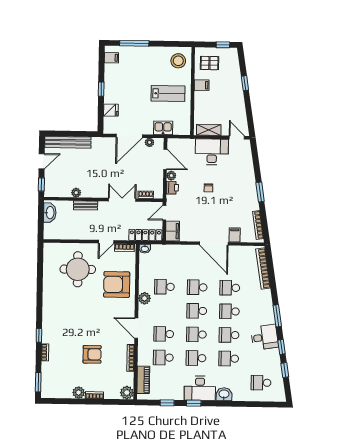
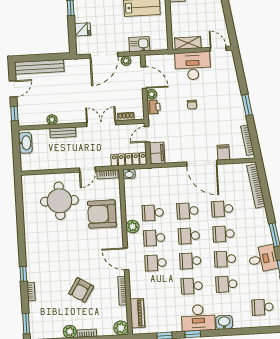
armchair: (92, 354) -> (81, 290), turned 122
school desk: (163, 358) -> (154, 238), moved

